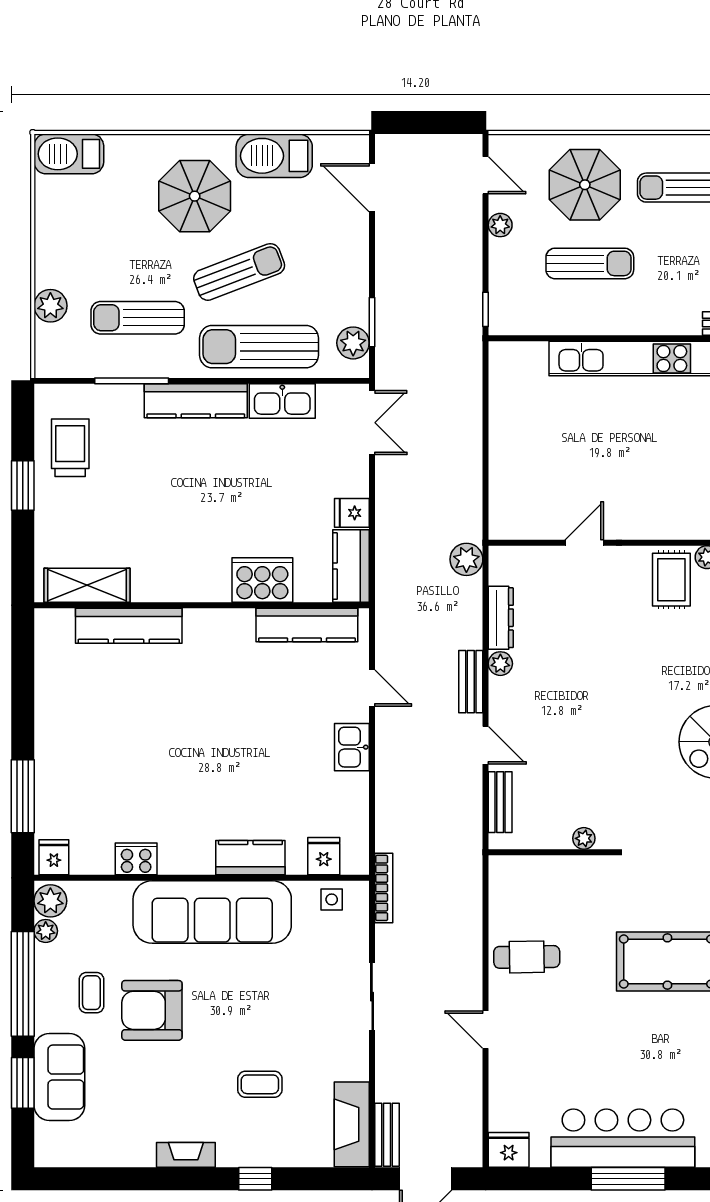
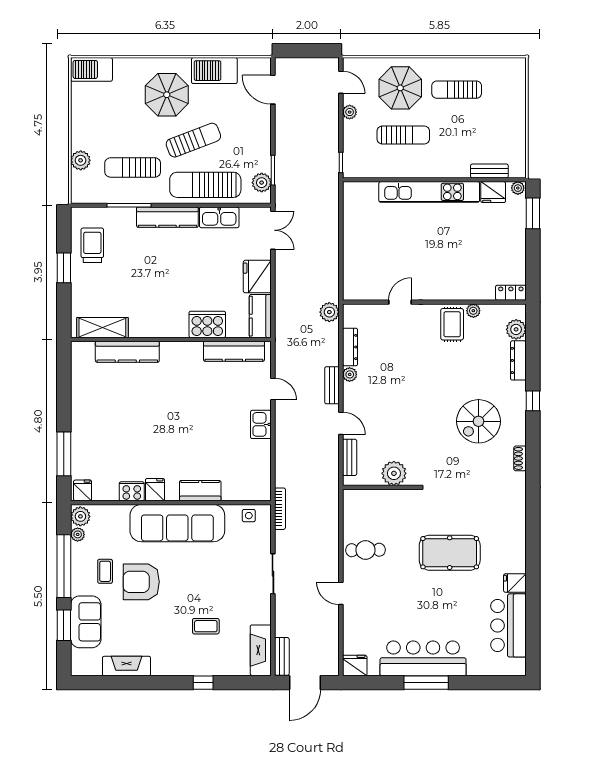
fridge: (352, 513) -> (257, 277), width x1.88, depth x1.34
plant: (584, 838) -> (394, 473), width x1.88, depth x1.88
fridge: (324, 856) -> (155, 490), moved
fireplace: (186, 1155) -> (126, 666), moved, width x1.37, depth x1.32

